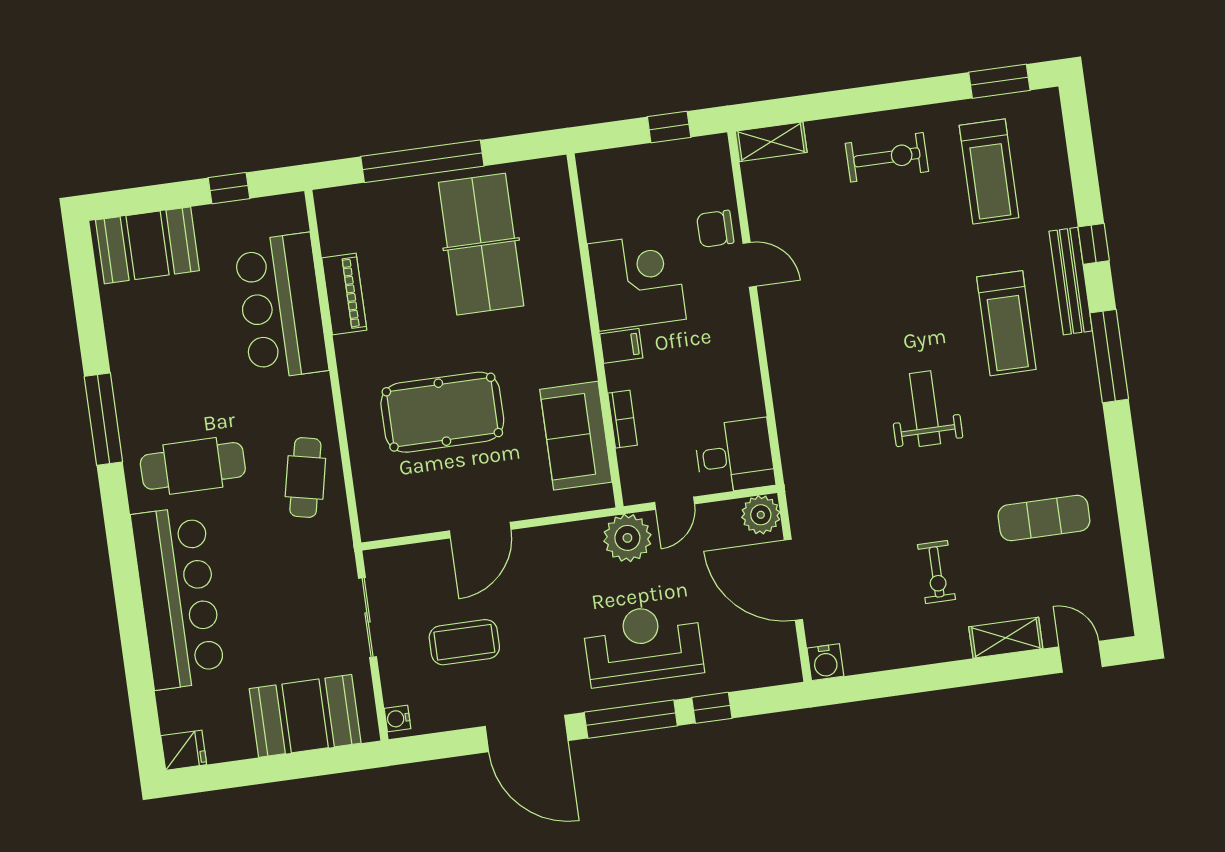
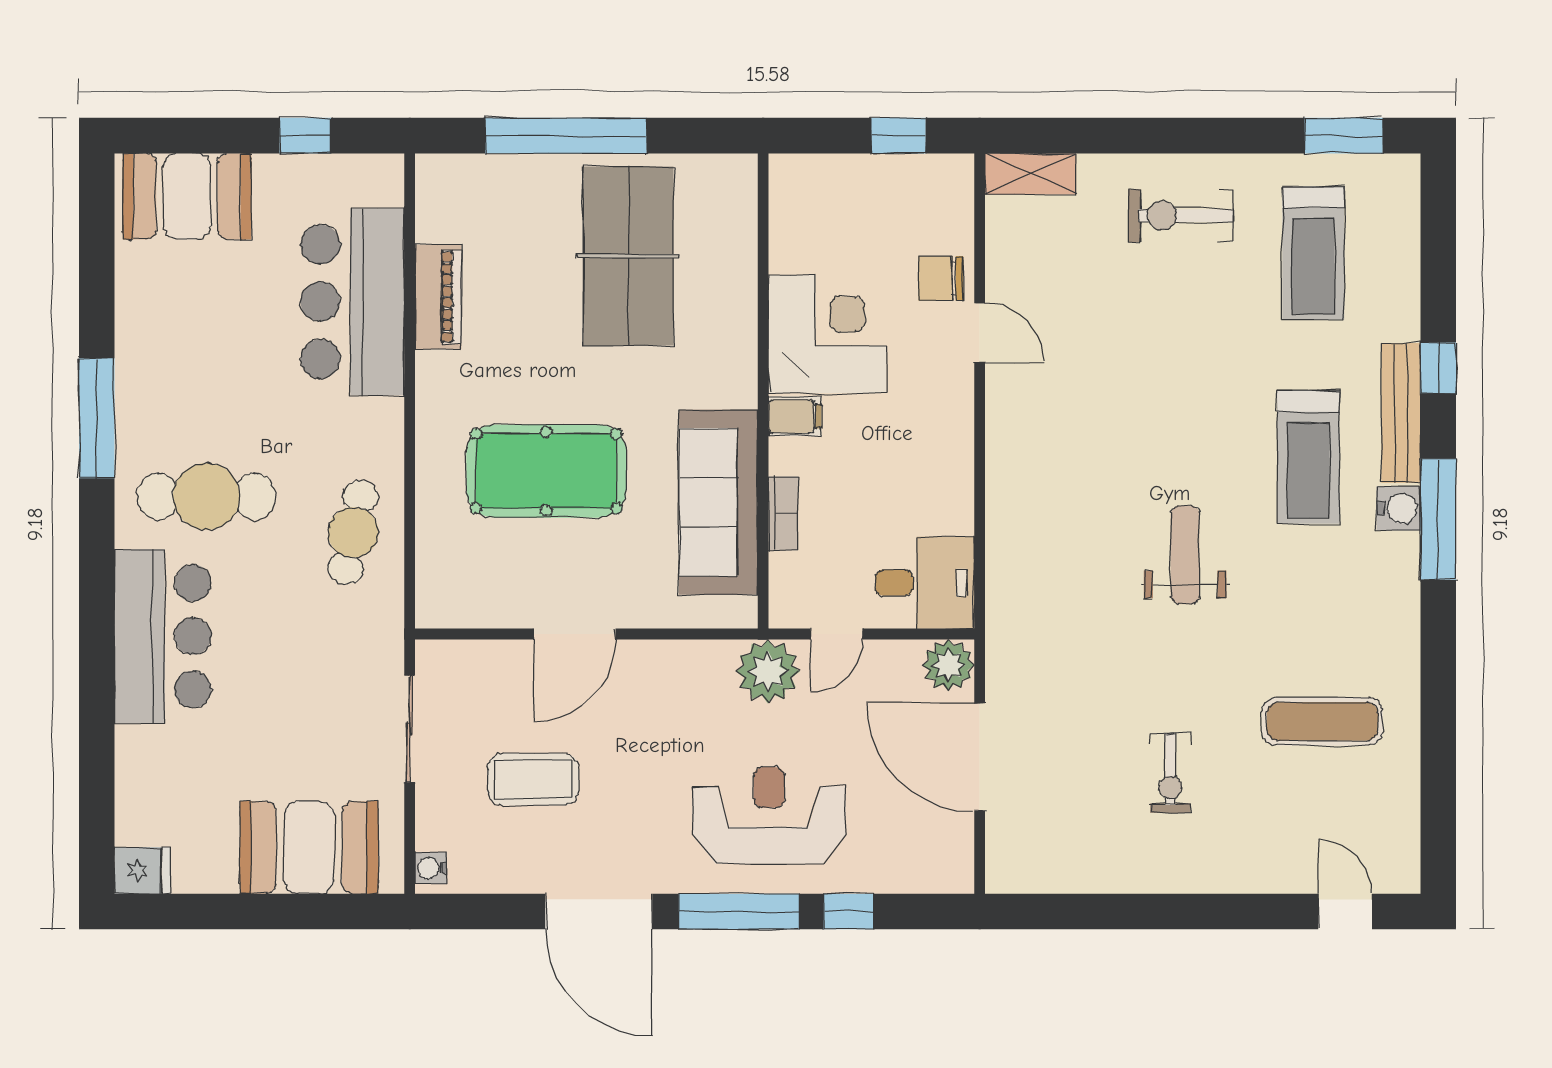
exercise bike: (887, 157) -> (1181, 216), turned 180
sofa: (576, 436) -> (719, 502), width x1.36
bar counter: (178, 598) -> (163, 636), width x0.73
shelving: (1006, 638) -> (1250, 873), removed
water cooler: (825, 662) -> (1399, 508), moved, turned -90

